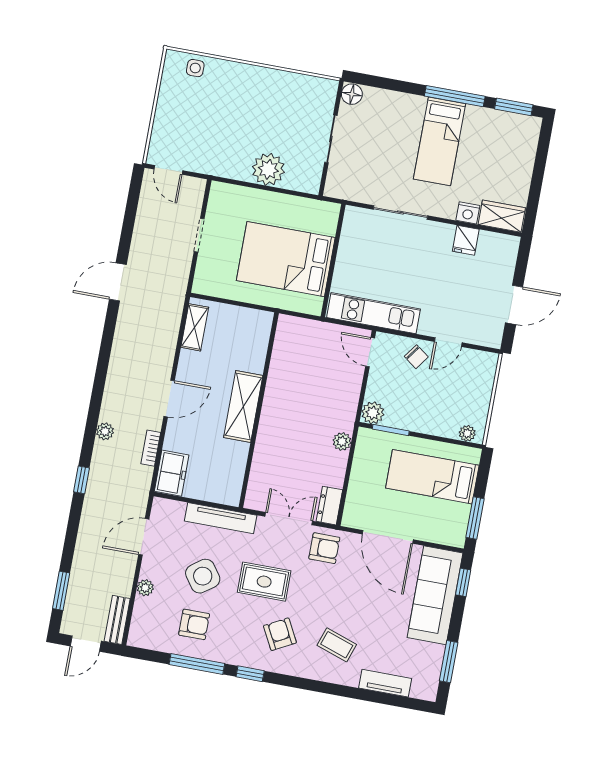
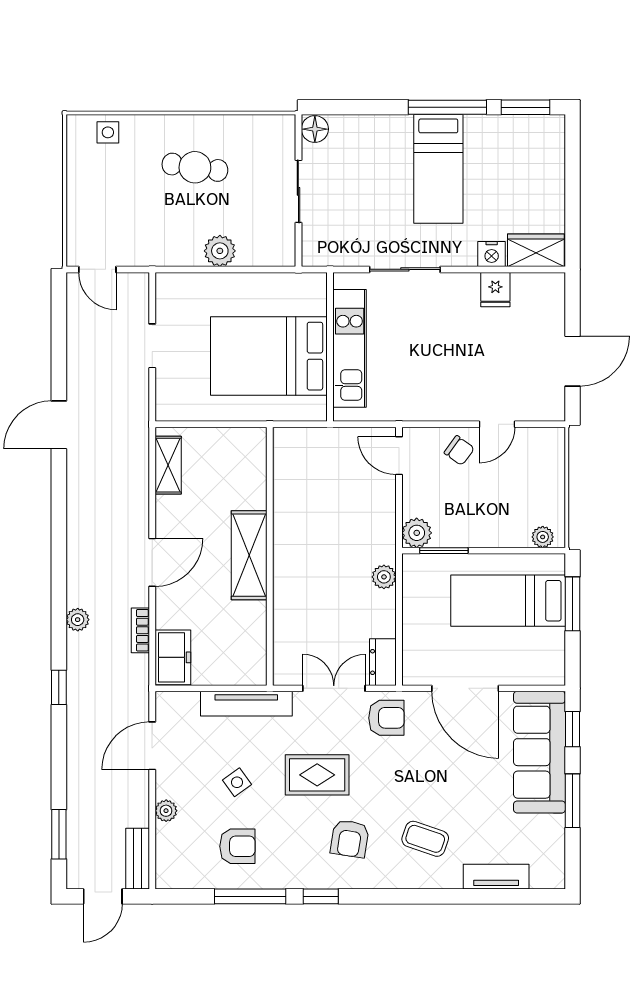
cafe table: (256, 106) -> (195, 167), added
plant: (268, 169) -> (220, 251), width x0.73, depth x0.73
kitchen unit: (374, 313) -> (350, 348), moved, turned 90
window: (475, 518) -> (573, 604), moved
side table: (203, 576) -> (237, 782), width x0.54, depth x0.54
armchair: (280, 634) -> (350, 839), turned -143
window: (449, 662) -> (573, 801), moved

